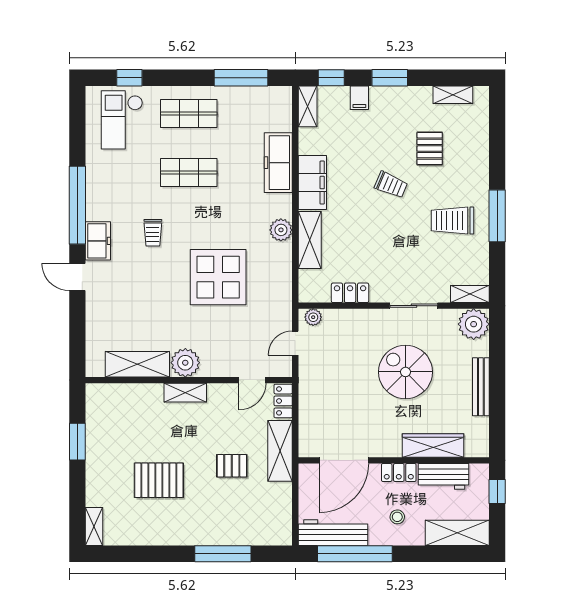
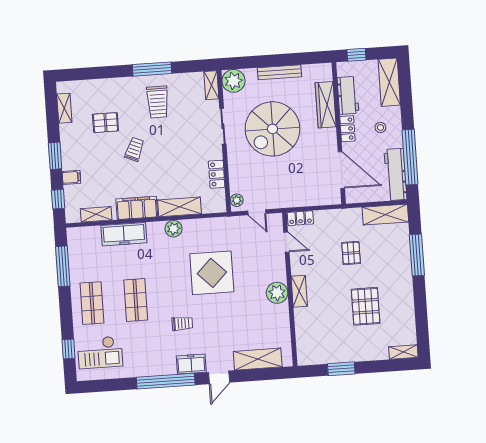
shelving: (308, 106) -> (96, 214), moved
shelving: (137, 364) -> (258, 359), moved, turned 90
spiral stairs: (406, 372) -> (272, 129), width x1.37, depth x1.37
shelving: (280, 451) -> (385, 215), moved

